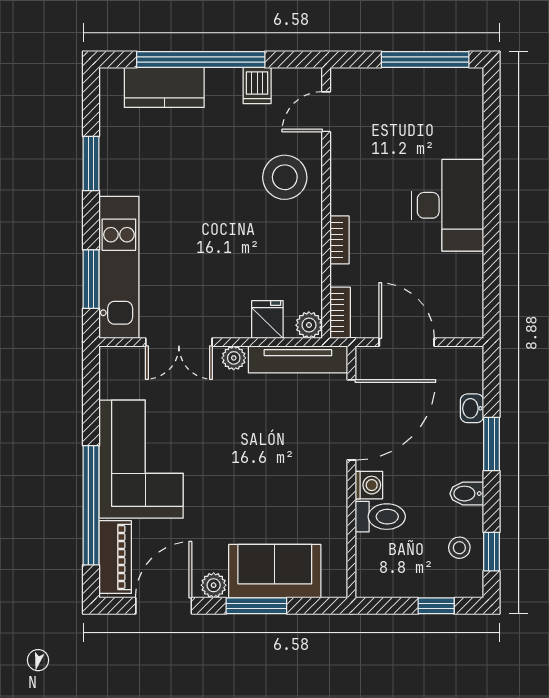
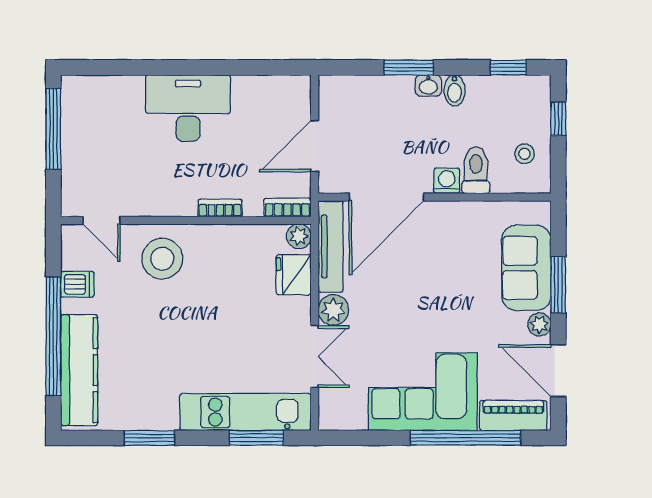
kitchen counter: (164, 87) -> (79, 370), width x1.50
fridge: (267, 320) -> (294, 275), width x1.38
plant: (234, 358) -> (333, 310), width x1.38, depth x1.38
washbasin: (472, 408) -> (428, 86), moved
door: (351, 420) -> (386, 197), swing flipped
stool: (459, 548) -> (524, 154), moved

